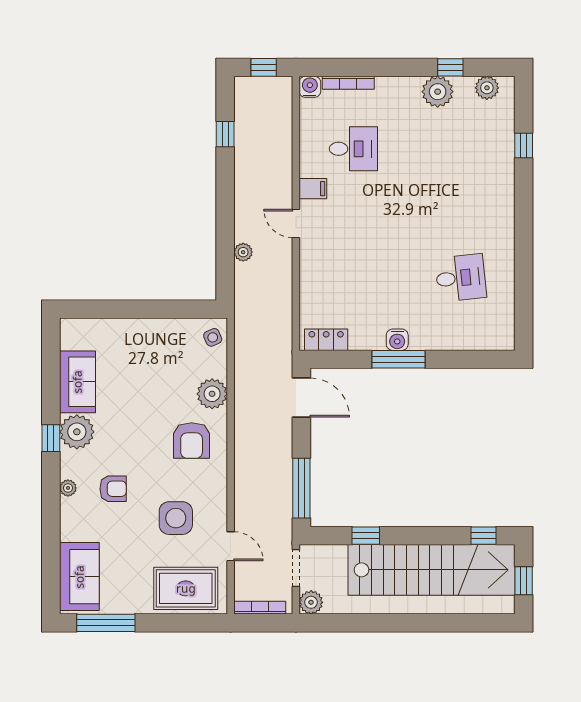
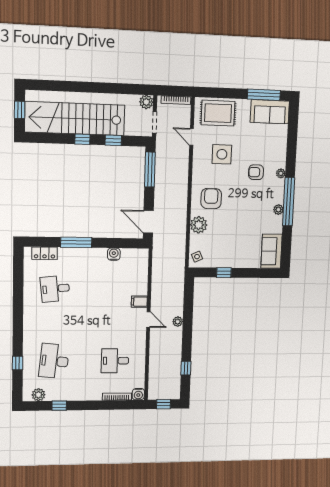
plant: (438, 92) -> (67, 392), removed
desk: (461, 149) -> (54, 361), added
filing cabinet: (313, 189) -> (139, 302), moved
plant: (243, 252) -> (178, 322), moved
window: (163, 309) -> (224, 273), added
locker: (326, 340) -> (45, 253), moved
water cooler: (397, 340) -> (114, 254), moved
window: (399, 359) -> (76, 242), moved
sofa: (77, 382) -> (272, 251), moved
plant: (77, 432) -> (278, 210), width x0.53, depth x0.53
window: (51, 438) -> (289, 202), width x3.17
window: (484, 536) -> (82, 139), moved
sofa: (79, 577) -> (270, 112), moved, turned -90

